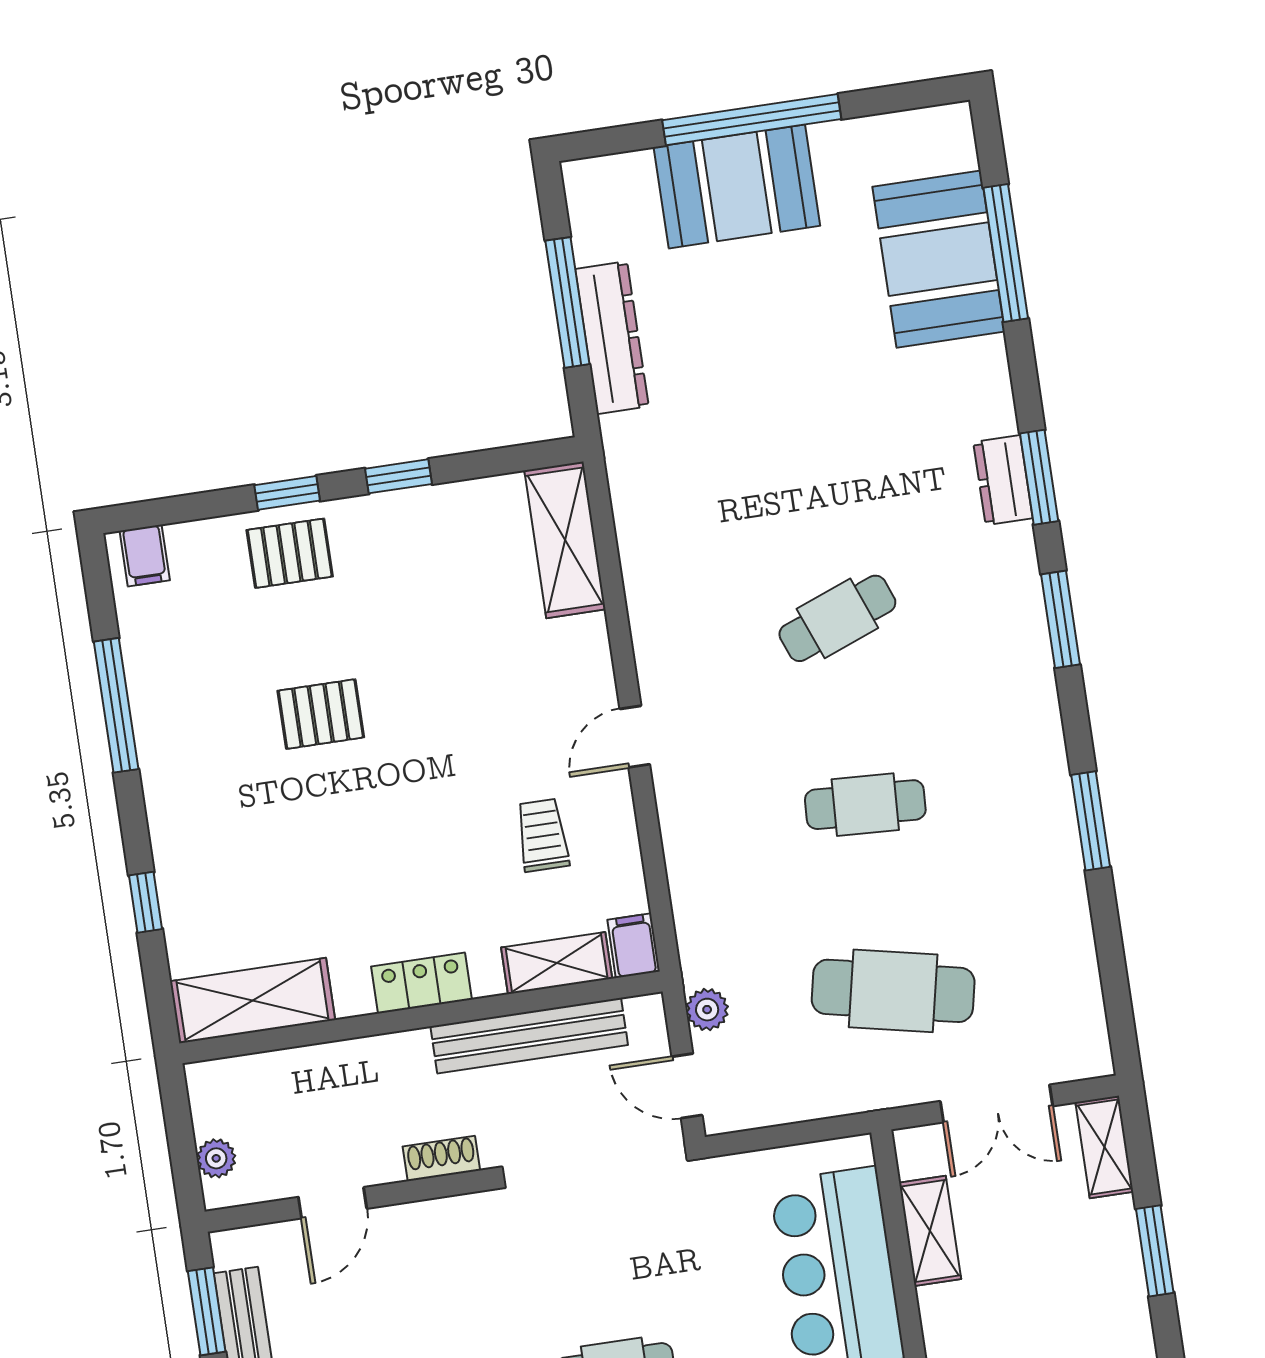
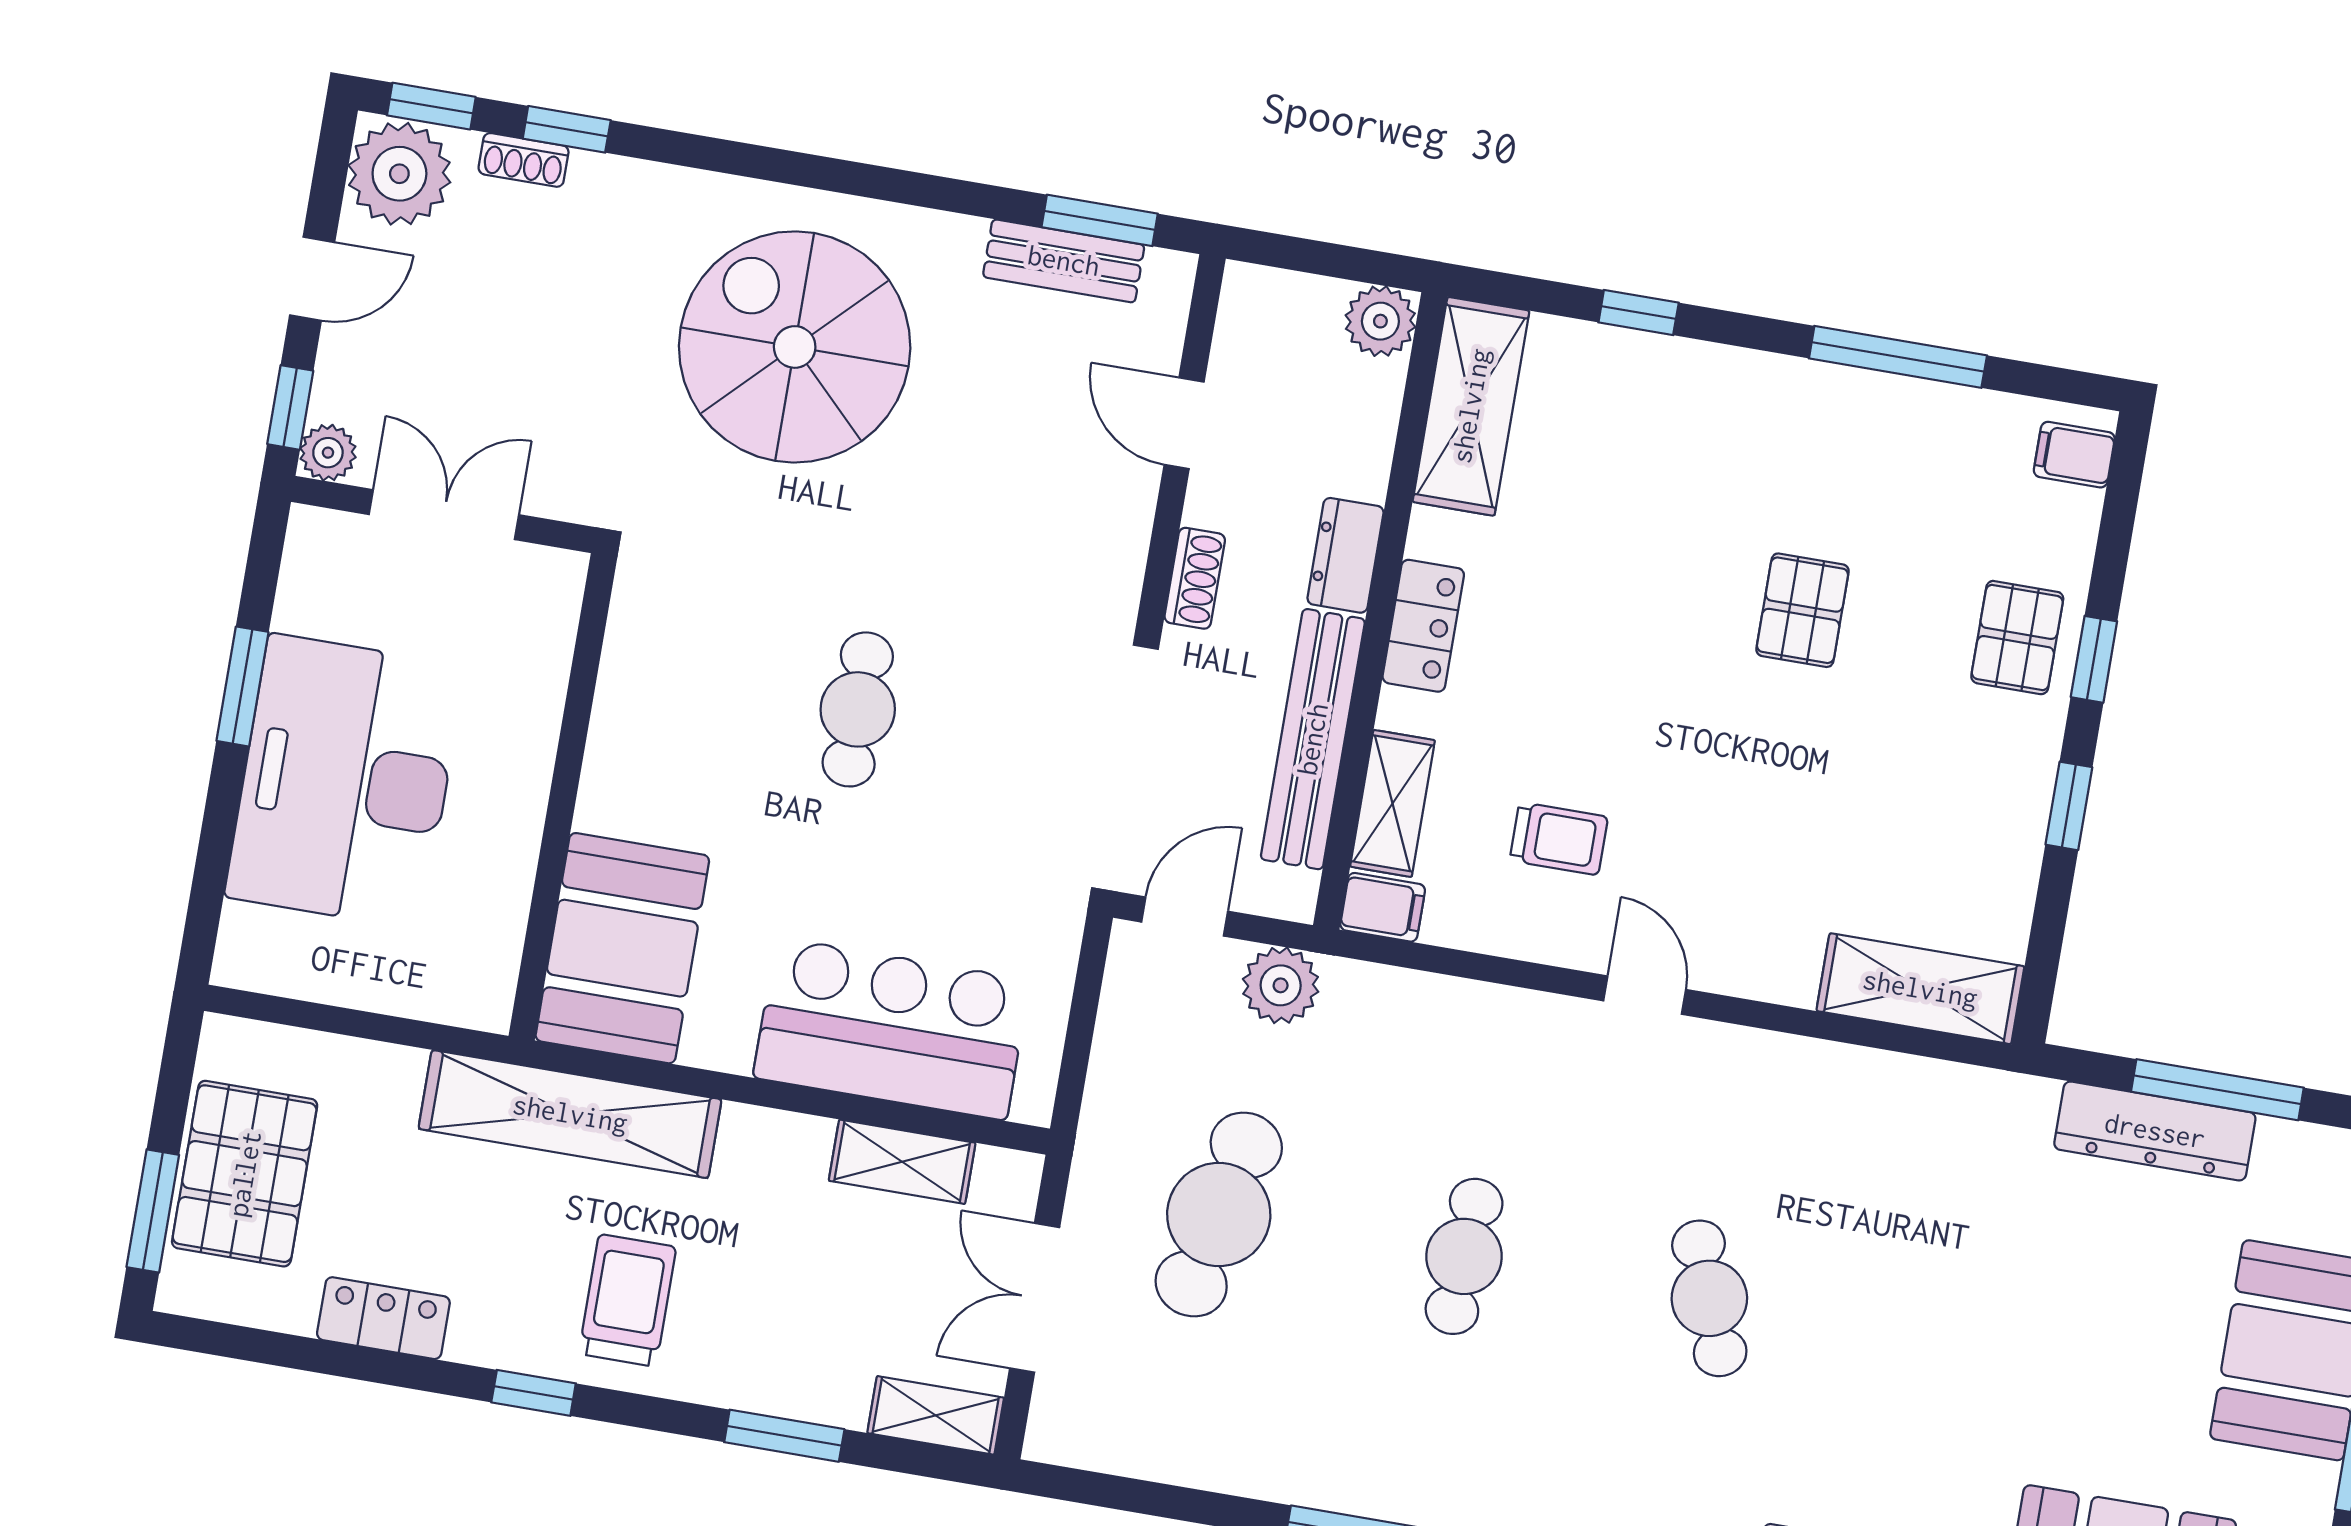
plant: (707, 1010) -> (1281, 985), width x1.38, depth x1.38
dresser: (389, 1056) -> (1345, 555), added
plant: (216, 1158) -> (1380, 321), moved, width x1.38, depth x1.38

